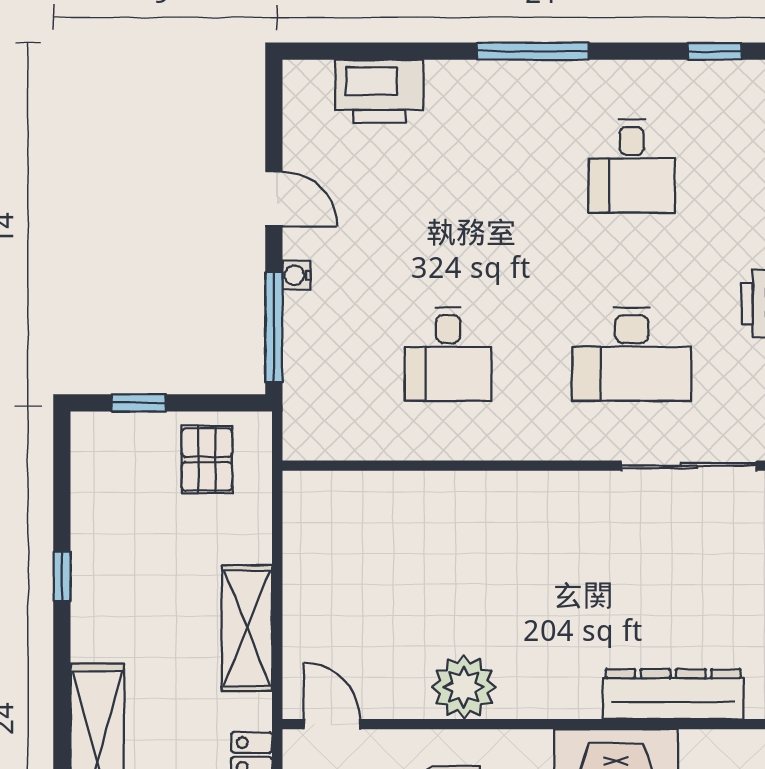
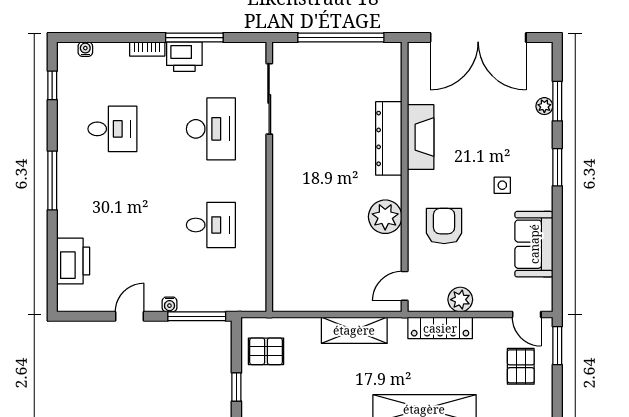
dresser: (673, 694) -> (389, 138), moved

